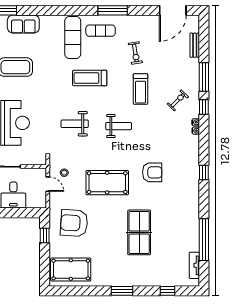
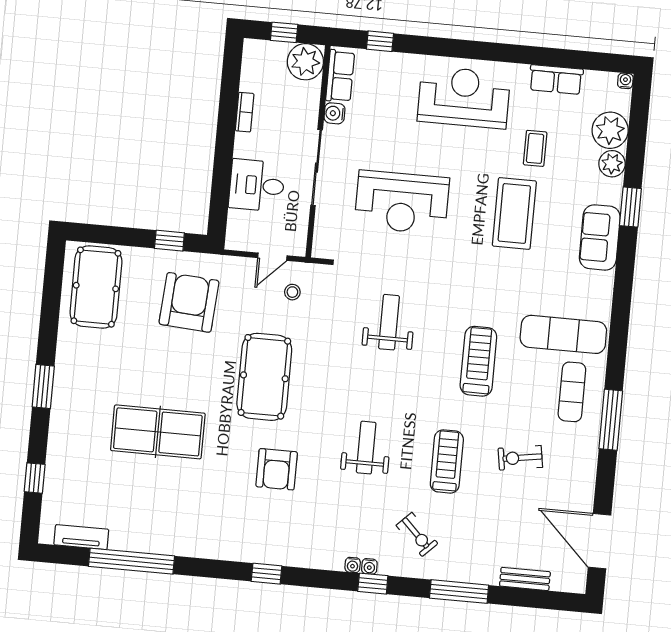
treadmill: (141, 89) -> (447, 461), turned 90
window: (204, 107) -> (373, 584), moved
weight bench: (119, 126) -> (366, 448), moved, turned 180

